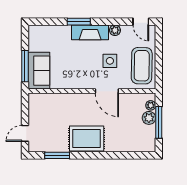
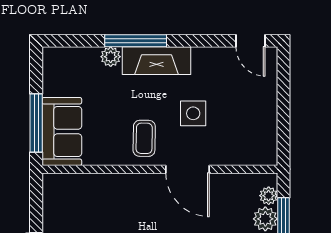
window: (79, 22) -> (136, 41), width x1.44
plant: (115, 30) -> (111, 57), moved
coffee table: (142, 66) -> (144, 138), moved, width x0.54, depth x0.58

